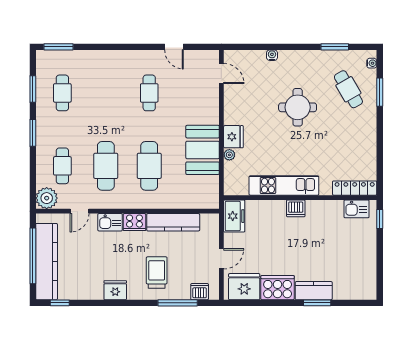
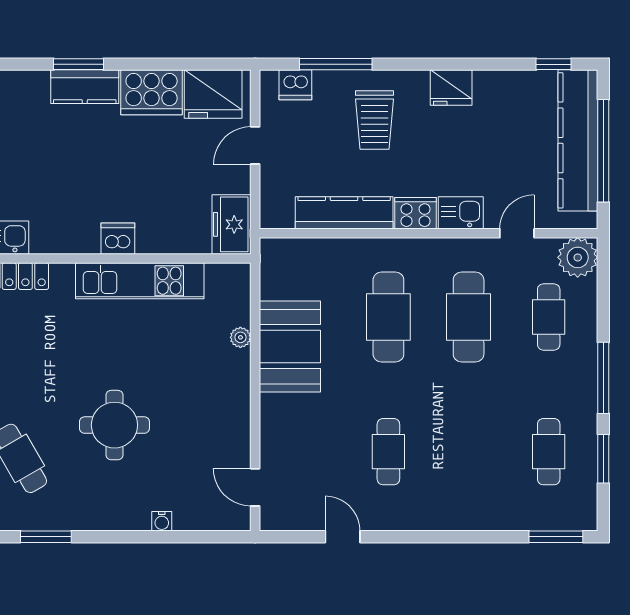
window: (33, 133) -> (603, 378), width x1.44
fridge: (233, 137) -> (233, 371), removed

